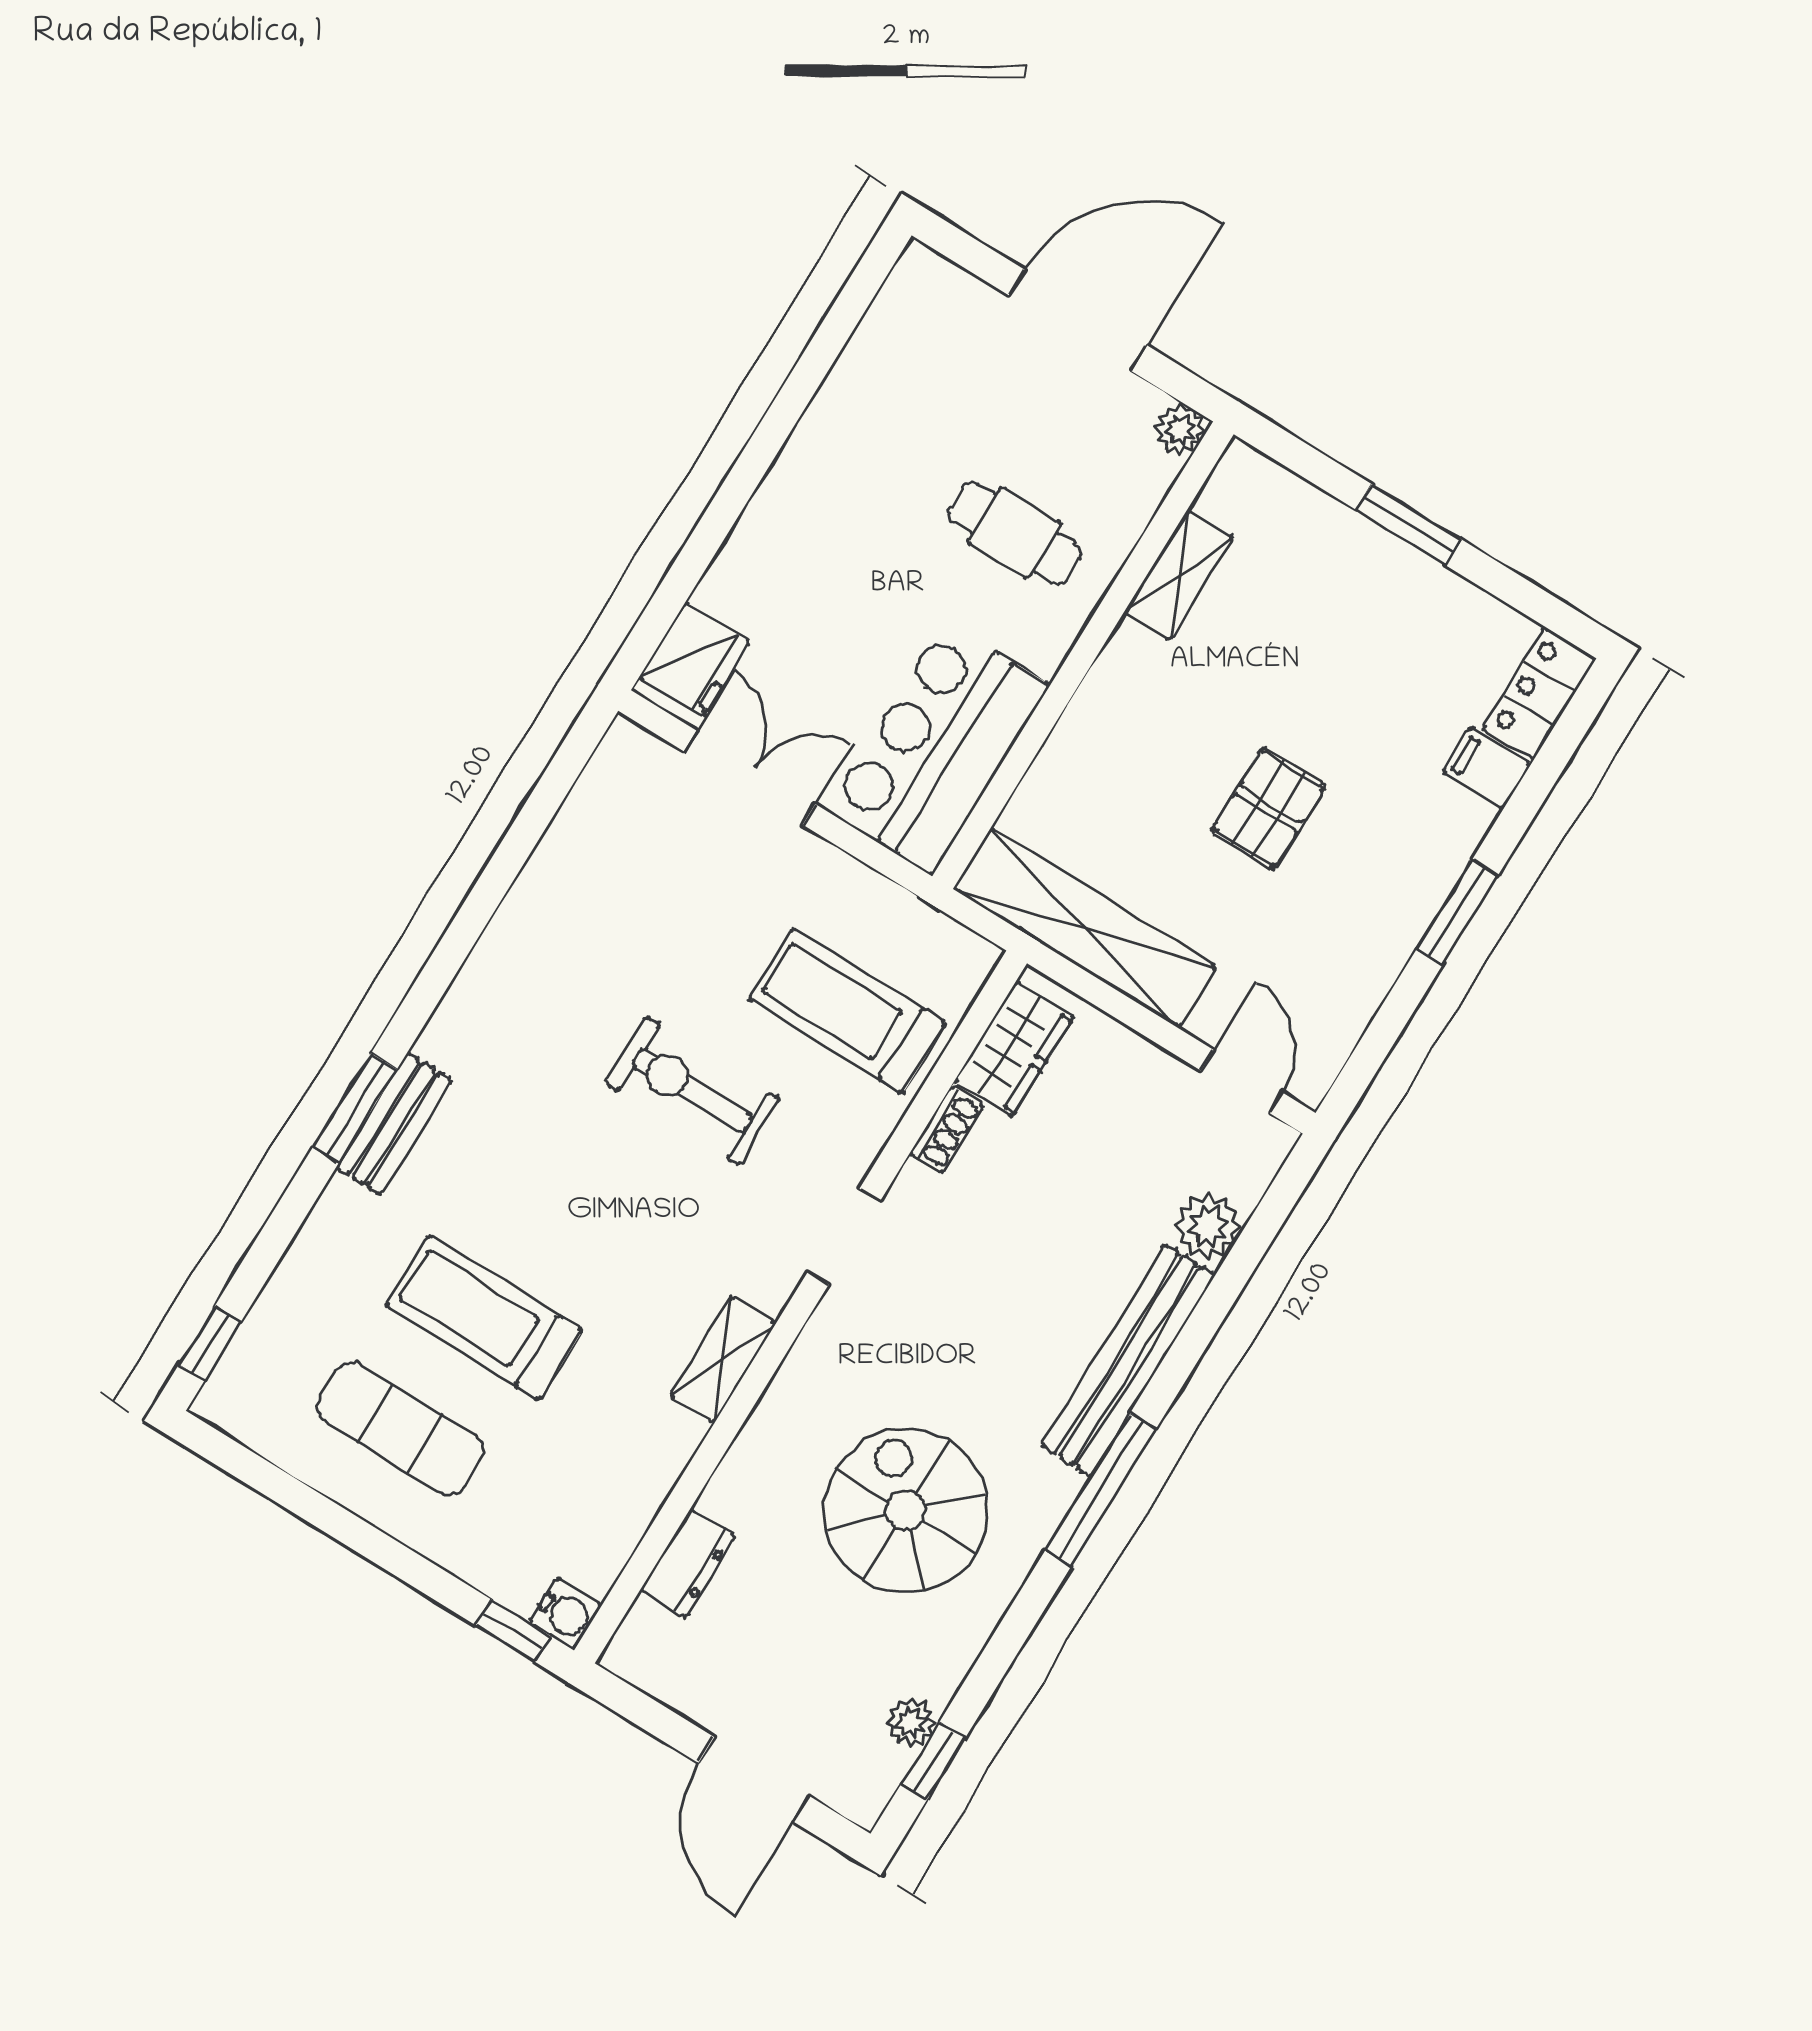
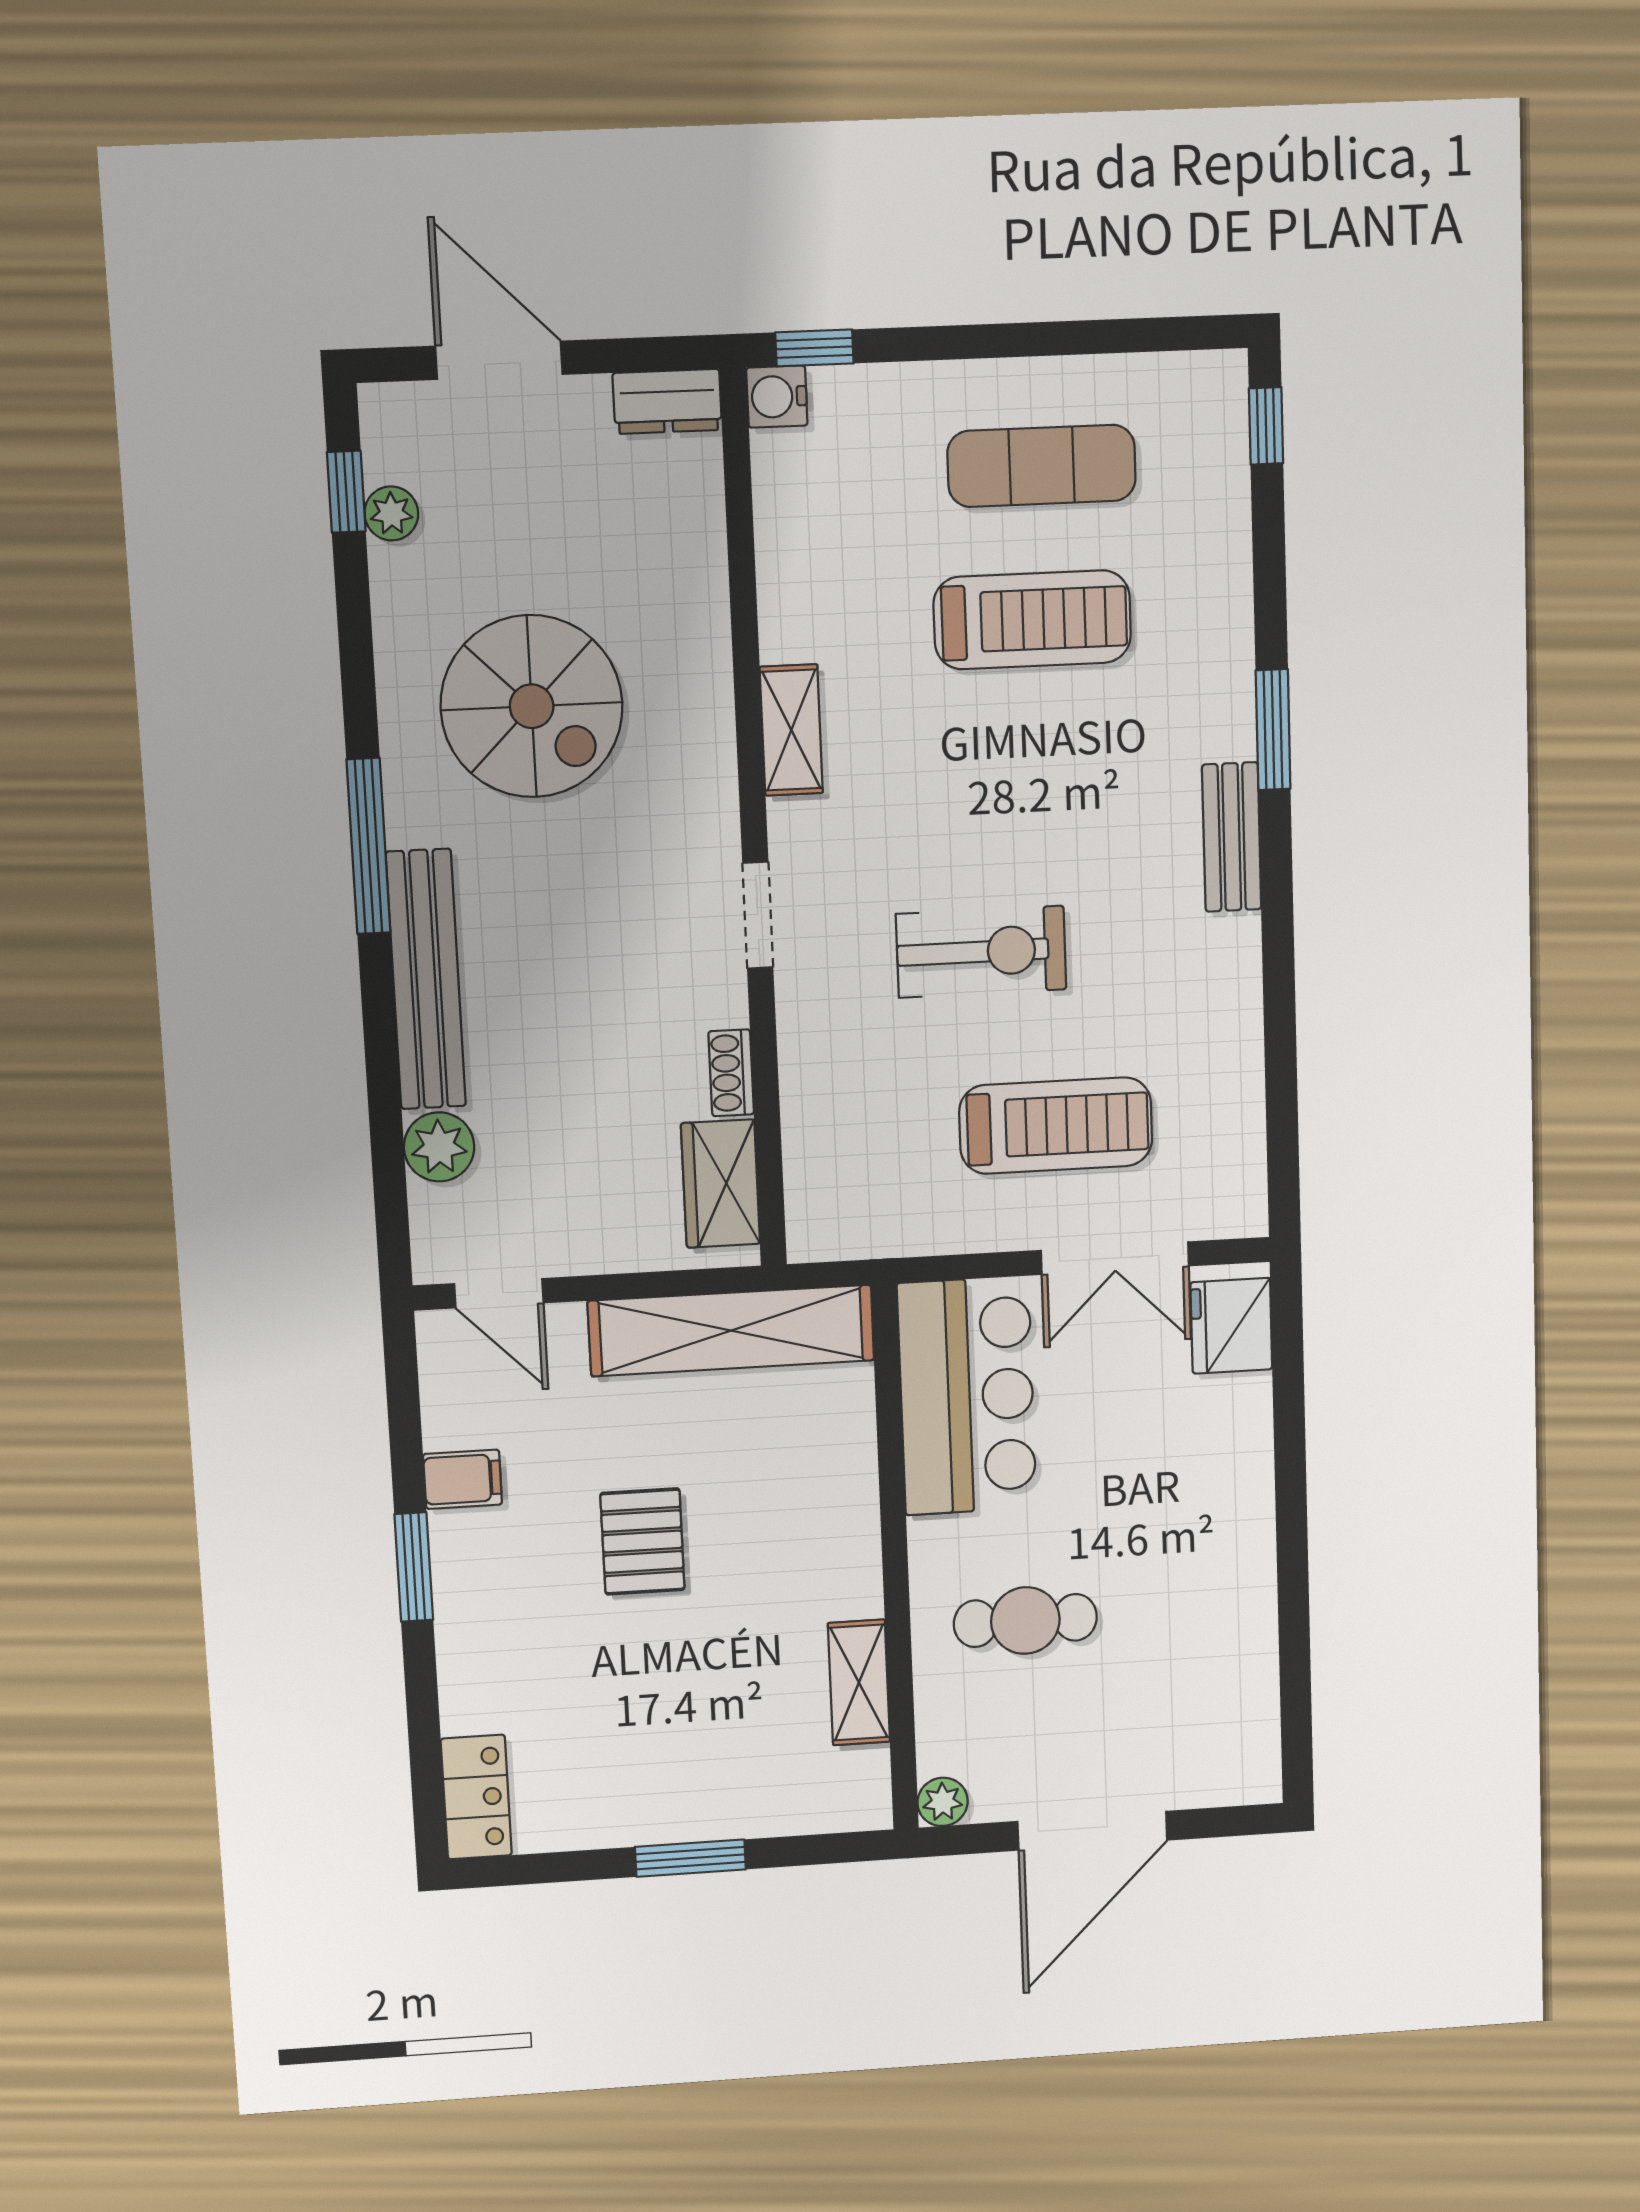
filing cabinet: (1487, 768) -> (463, 1479), moved
treadmill: (848, 1011) -> (1056, 1126), moved
bench: (394, 1124) -> (1232, 837), moved
dresser: (688, 1563) -> (667, 401), moved, turned -90

